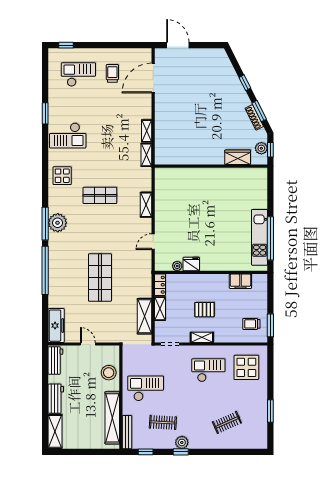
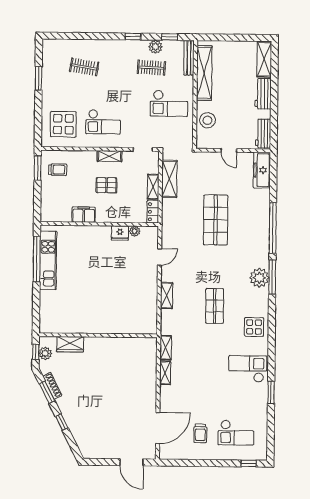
shop shelf: (100, 195) -> (215, 306), turned 90
filing cabinet: (240, 281) -> (84, 215), moved
clothes rail: (227, 422) -> (84, 67), turned 33
plant: (182, 442) -> (155, 47), moved

